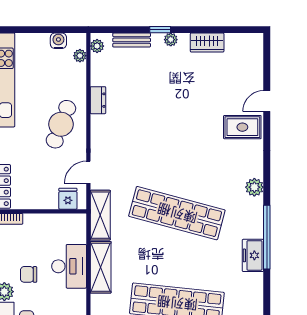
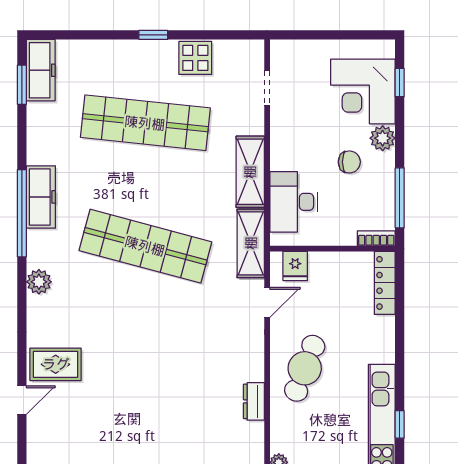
freezer: (253, 255) -> (41, 197), width x1.40
desk: (69, 266) -> (294, 202), moved

